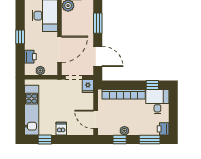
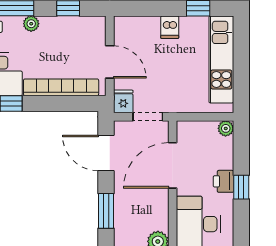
printer: (30, 57) -> (223, 181), moved
plant: (40, 71) -> (226, 128), moved
door: (96, 120) -> (110, 62), moved
plant: (124, 131) -> (31, 24), moved

